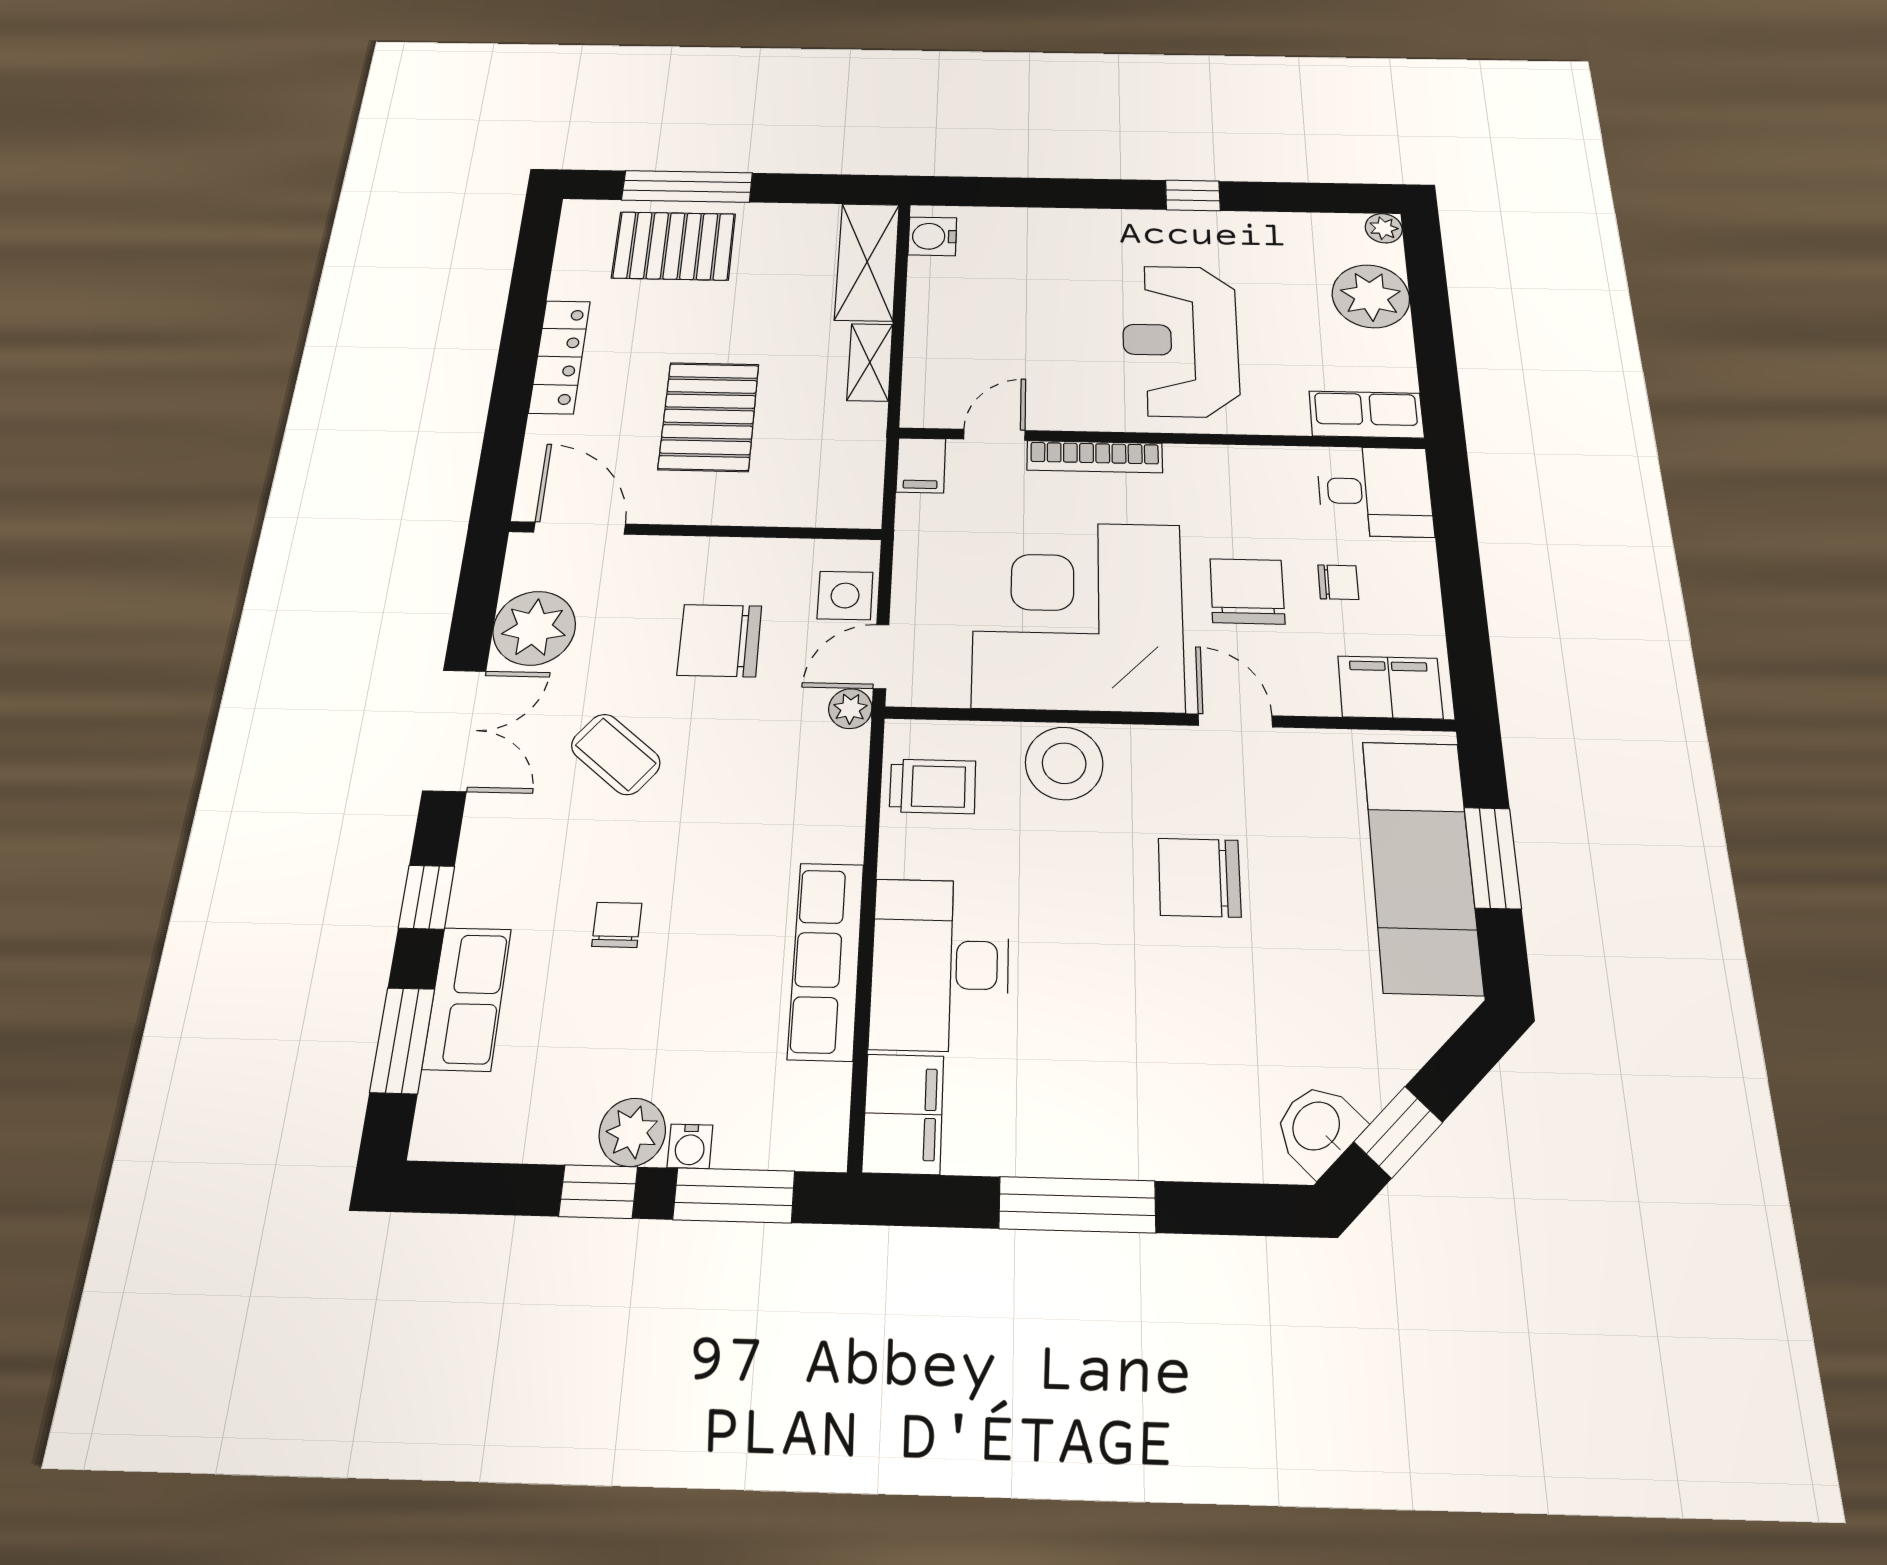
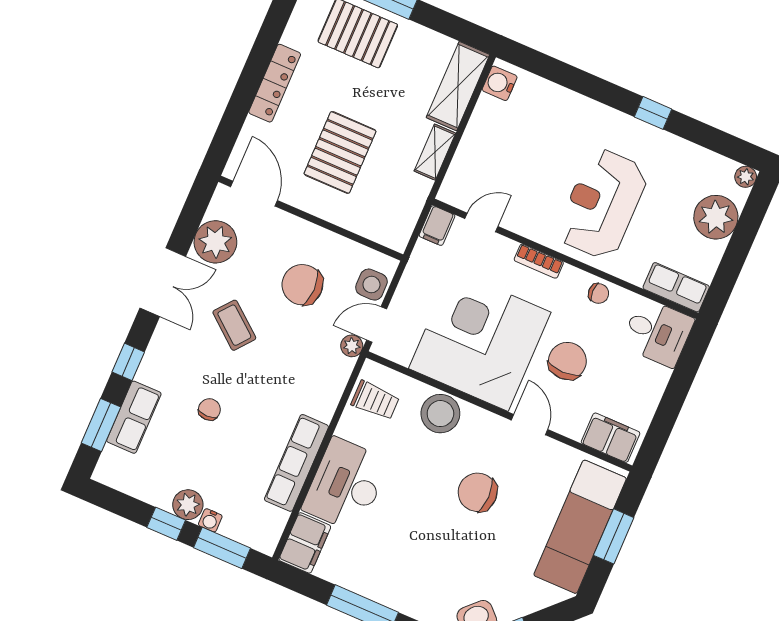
bookcase: (1095, 457) -> (539, 261), width x0.64
chair: (1338, 582) -> (599, 293), moved

